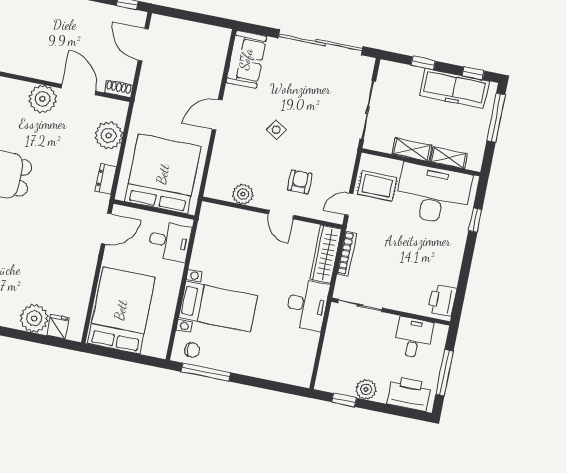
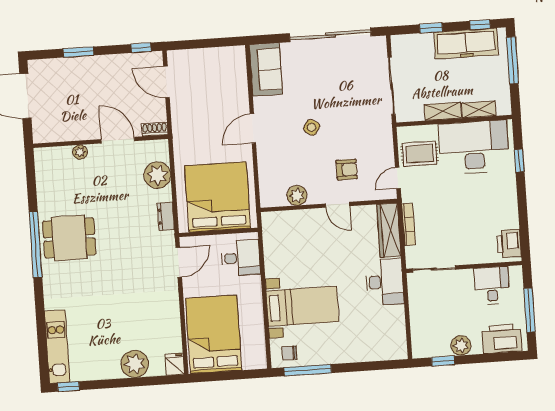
plant: (43, 99) -> (80, 152), width x0.53, depth x0.53
armchair: (300, 182) -> (347, 170), turned 90
fridge: (58, 326) -> (175, 364), moved
chair: (192, 350) -> (289, 353), turned 180

